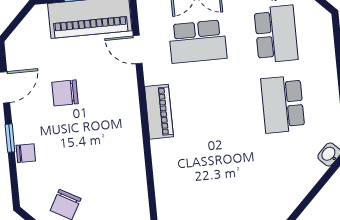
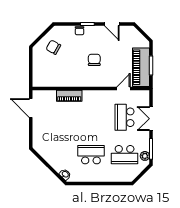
chair: (65, 93) -> (94, 60), moved
piano: (159, 112) -> (69, 96), moved

